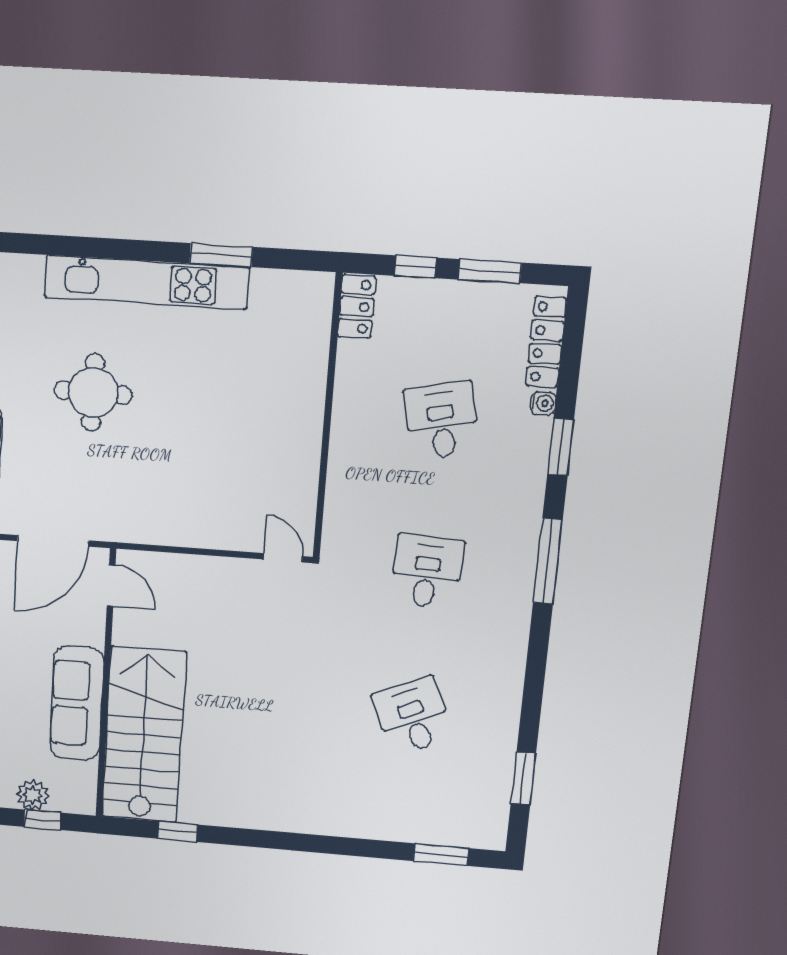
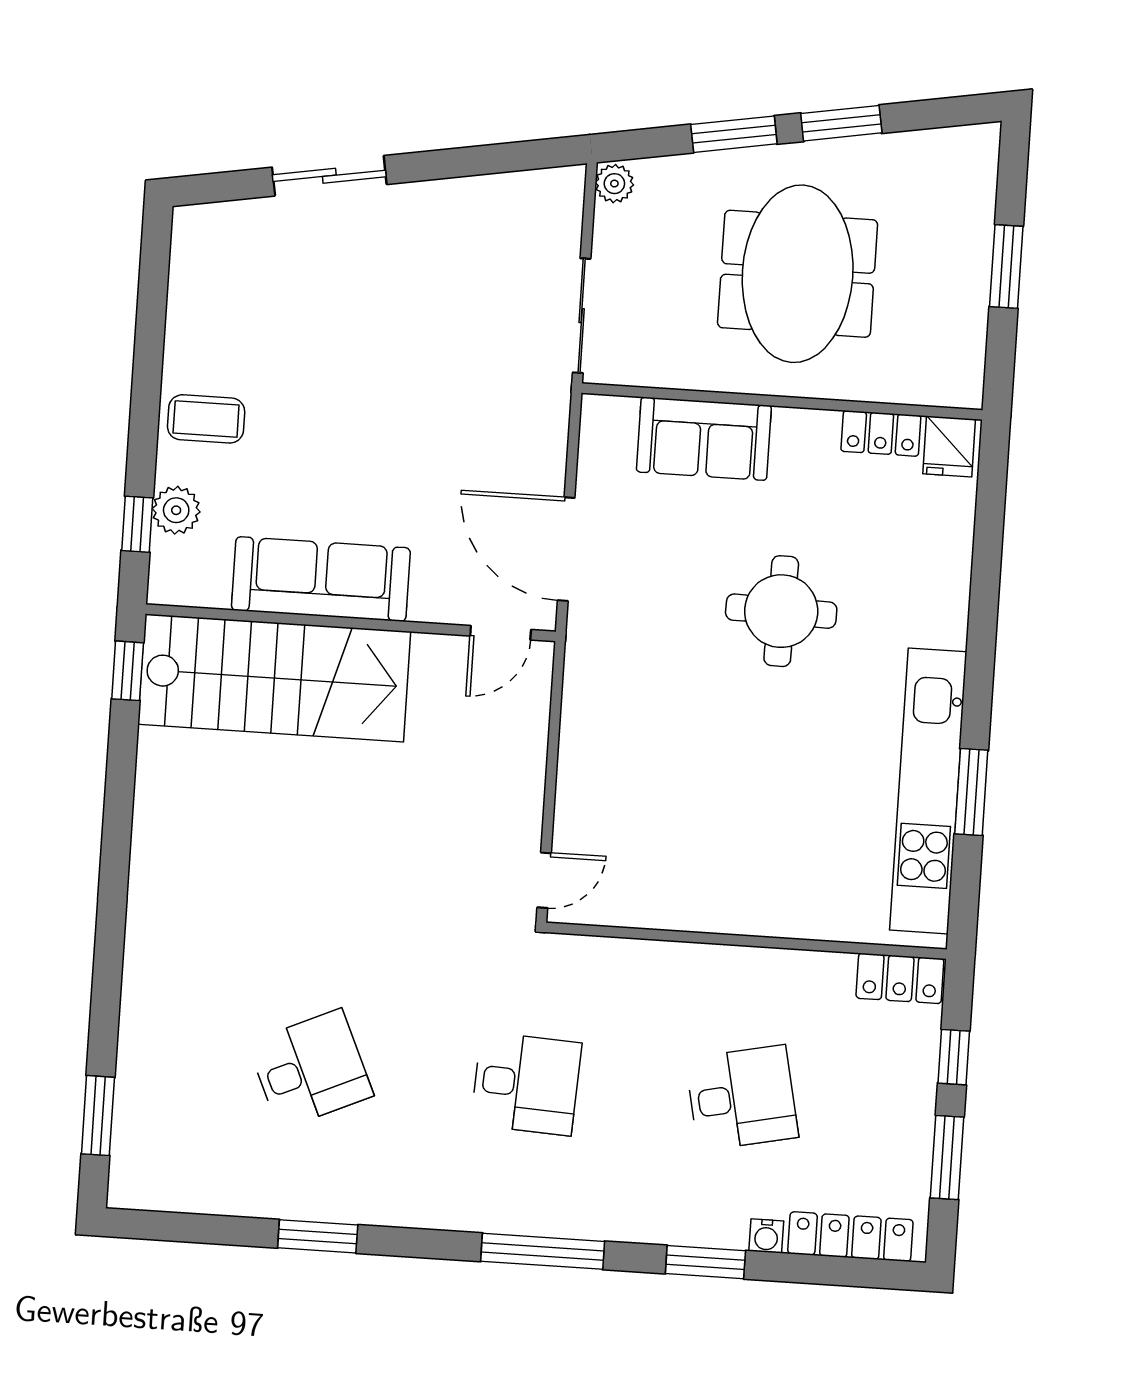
kitchen unit: (146, 282) -> (928, 791), moved
window: (523, 778) -> (318, 1236), moved
window: (178, 832) -> (128, 671), moved

